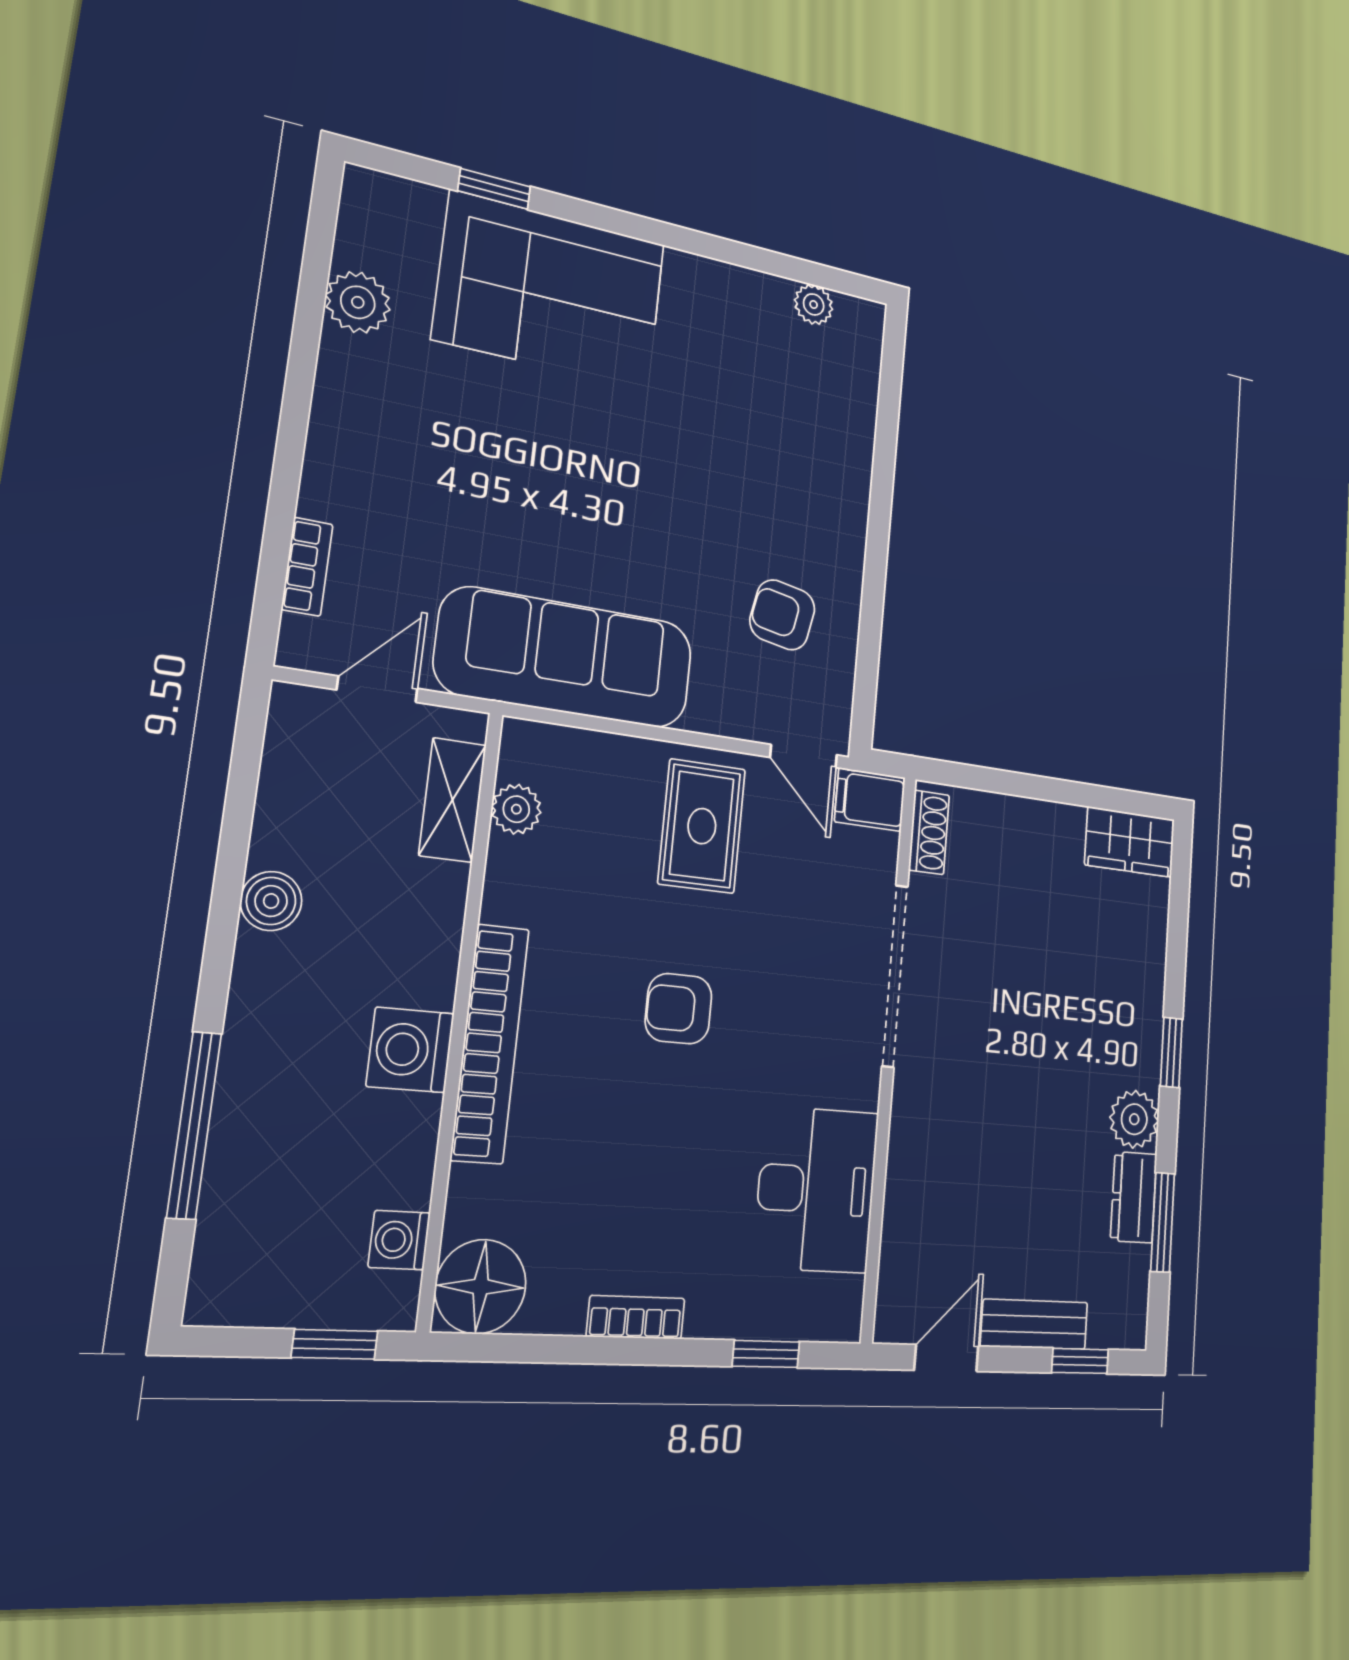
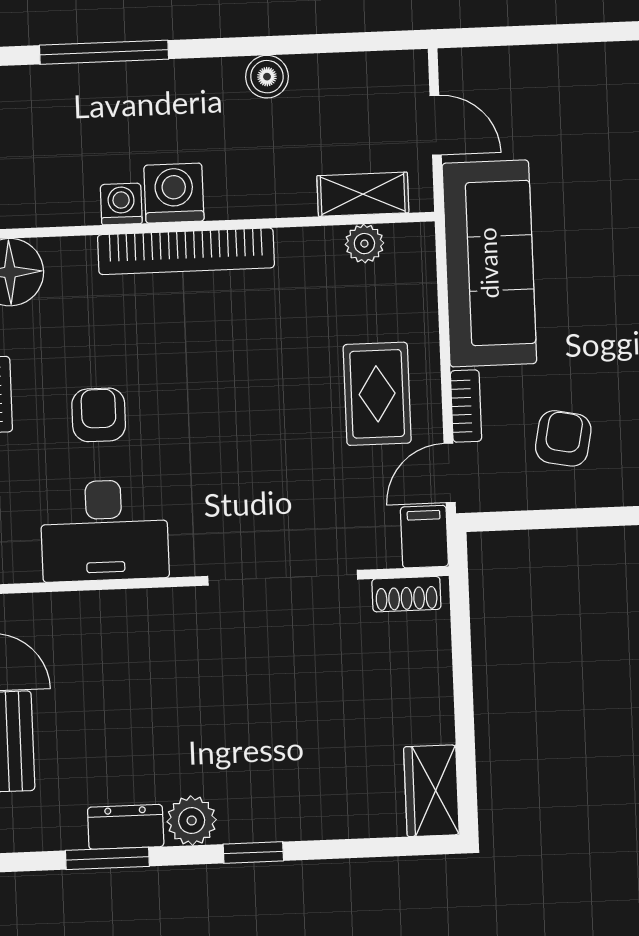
bookcase: (307, 567) -> (466, 406), moved, turned -90
rug: (702, 826) -> (377, 394), turned 90
armchair: (679, 1009) -> (99, 415), moved
washing machine: (399, 1240) -> (121, 204), moved

